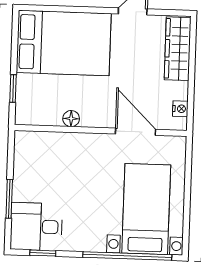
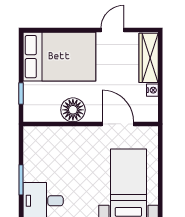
nightstand: (180, 109) -> (152, 90), moved
floor lamp: (71, 119) -> (73, 110), width x1.89, depth x1.89

